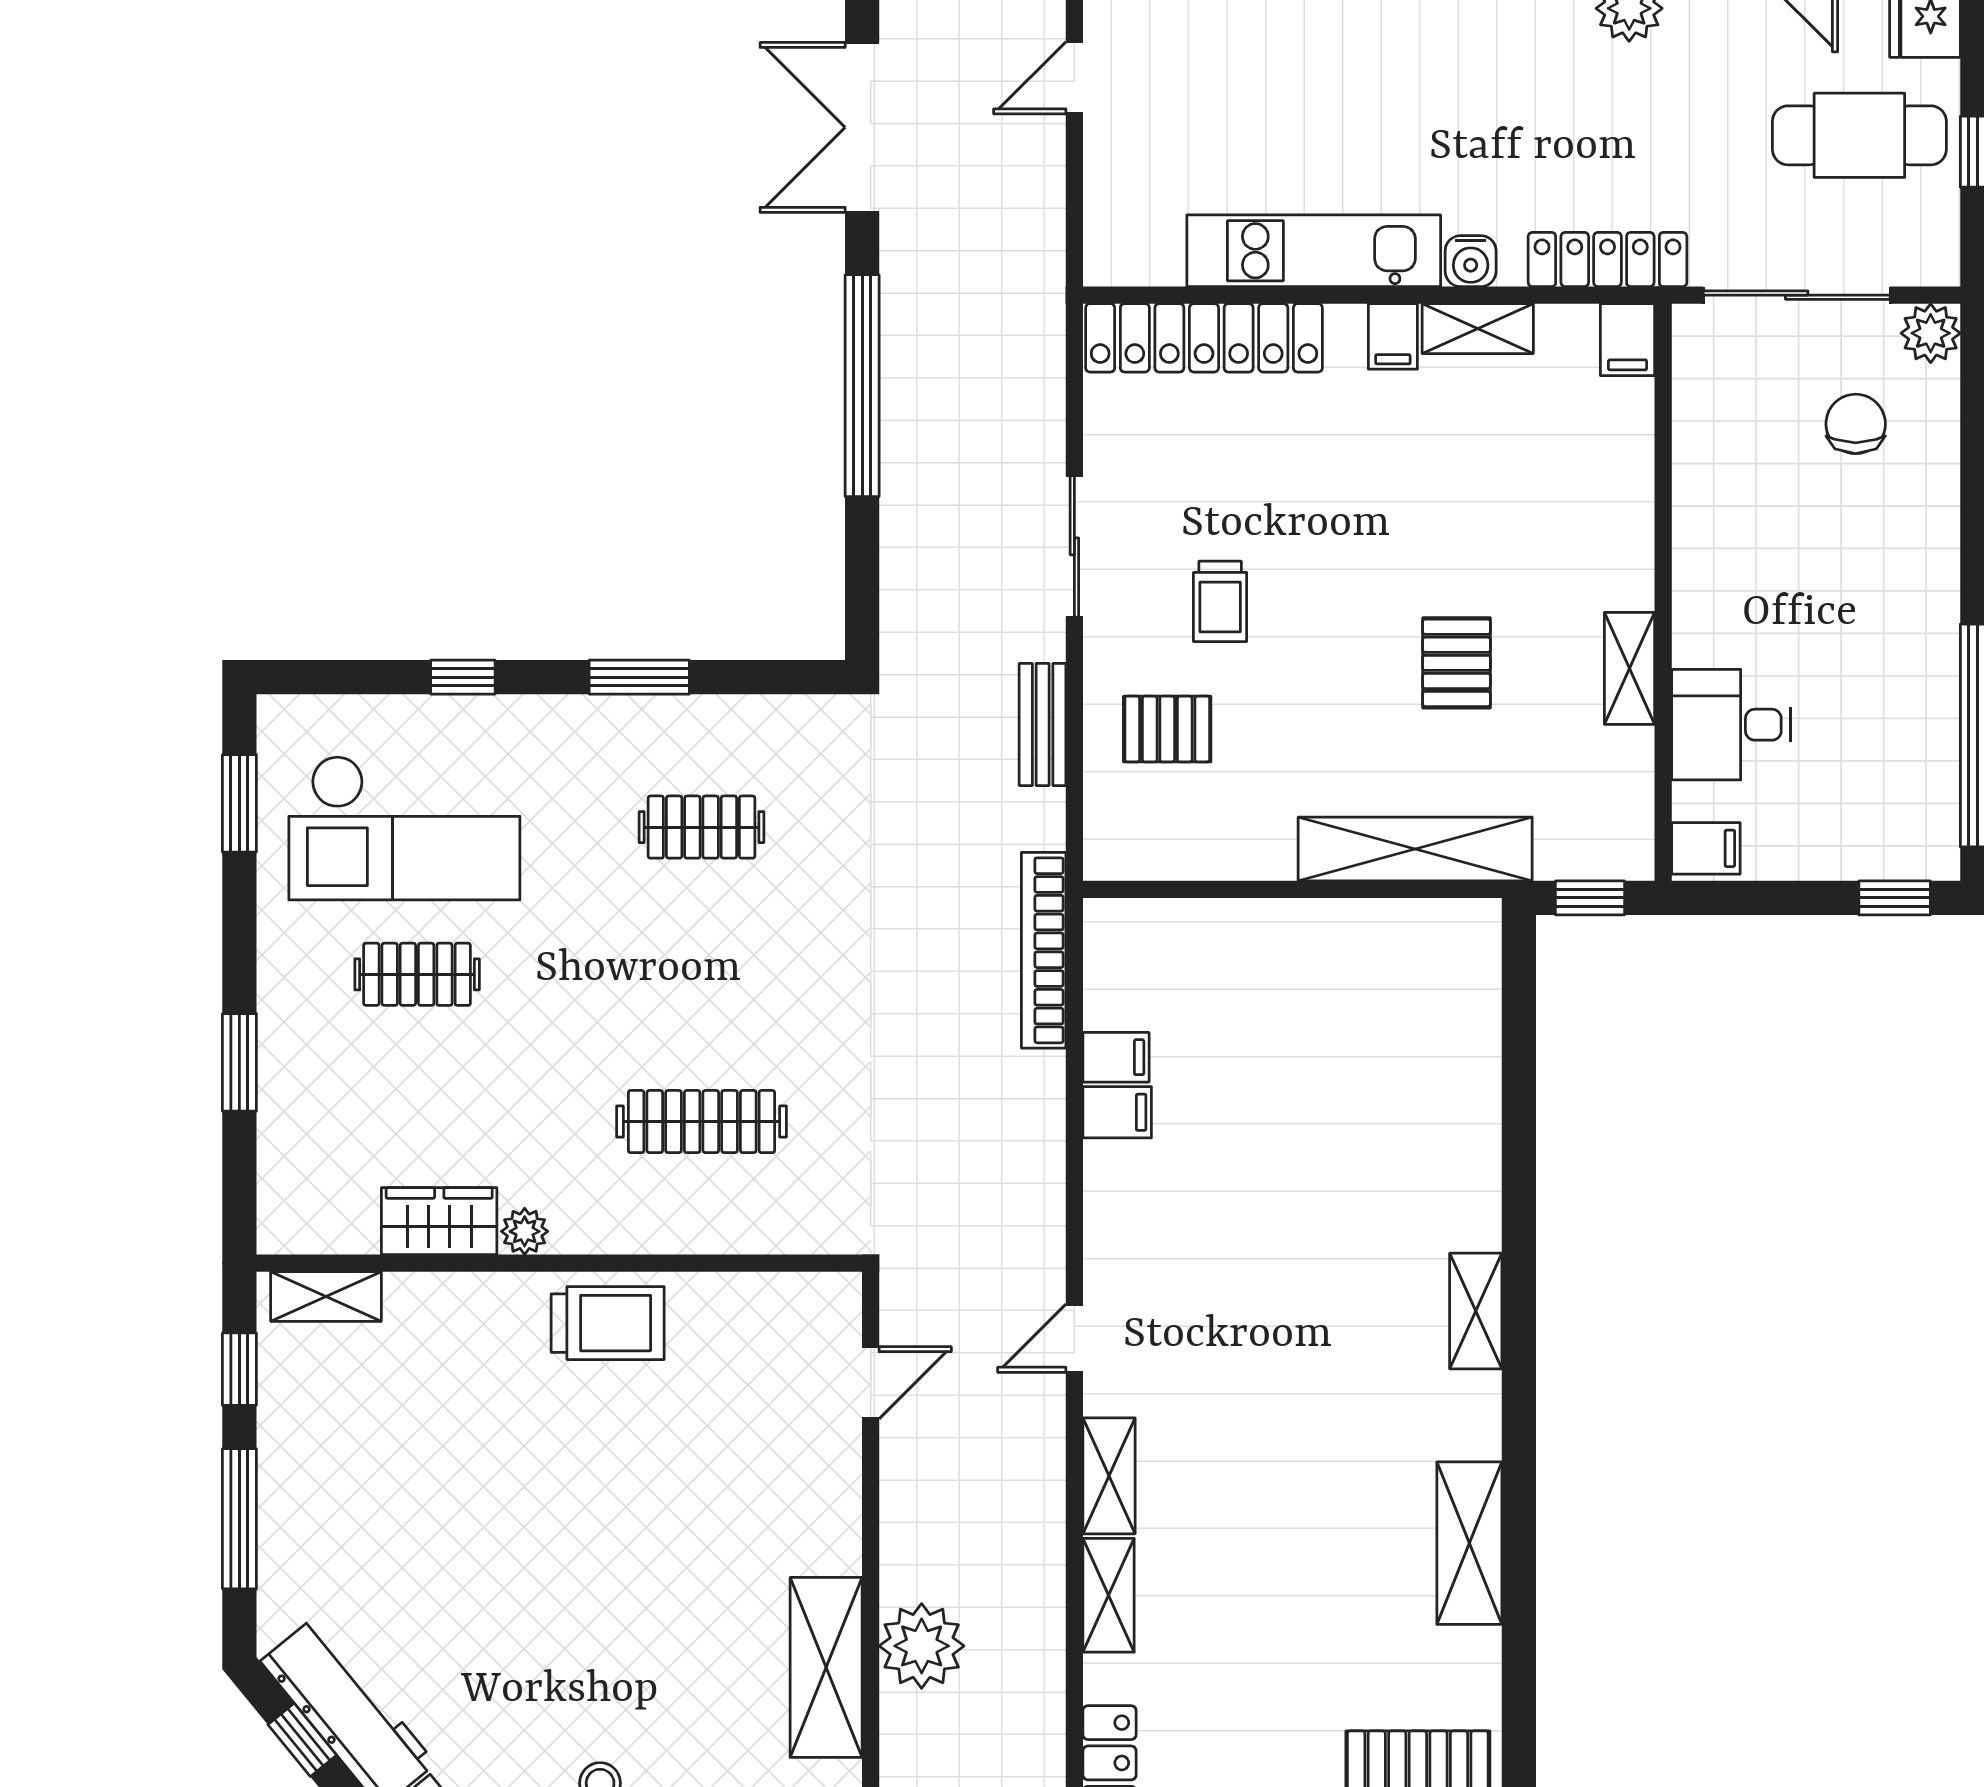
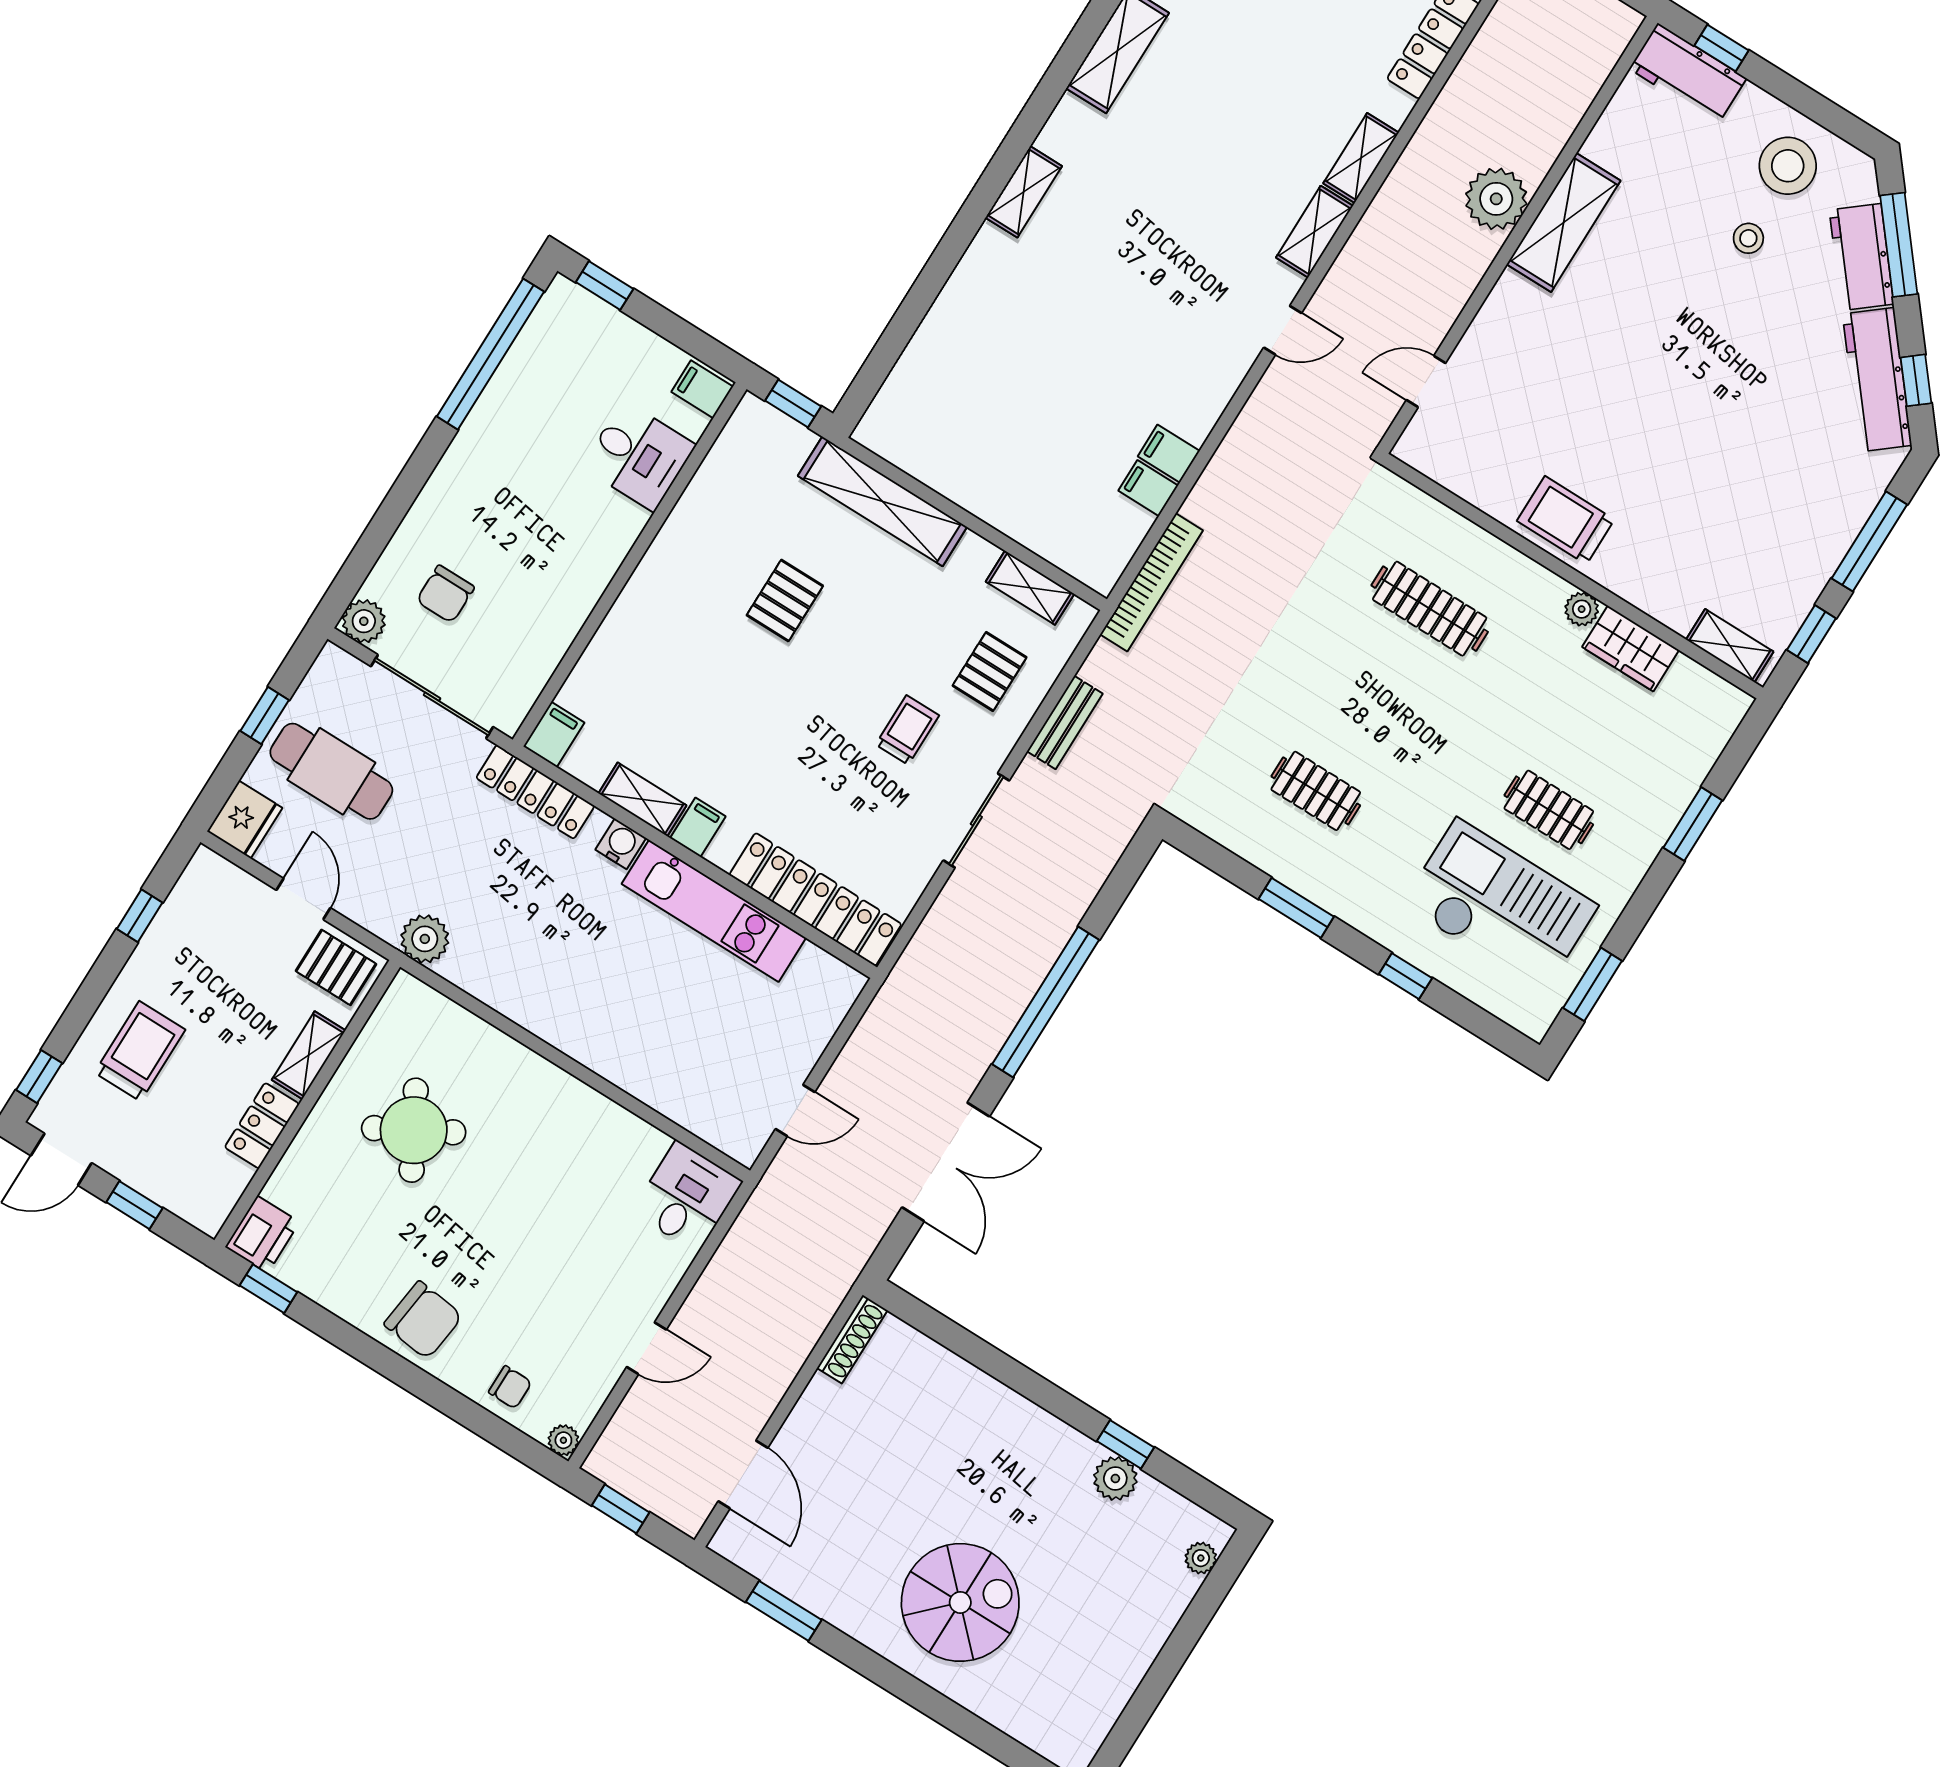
shelving: (1629, 668) -> (1030, 588), moved, turned 90
pallet: (1167, 729) -> (990, 671), turned 90

